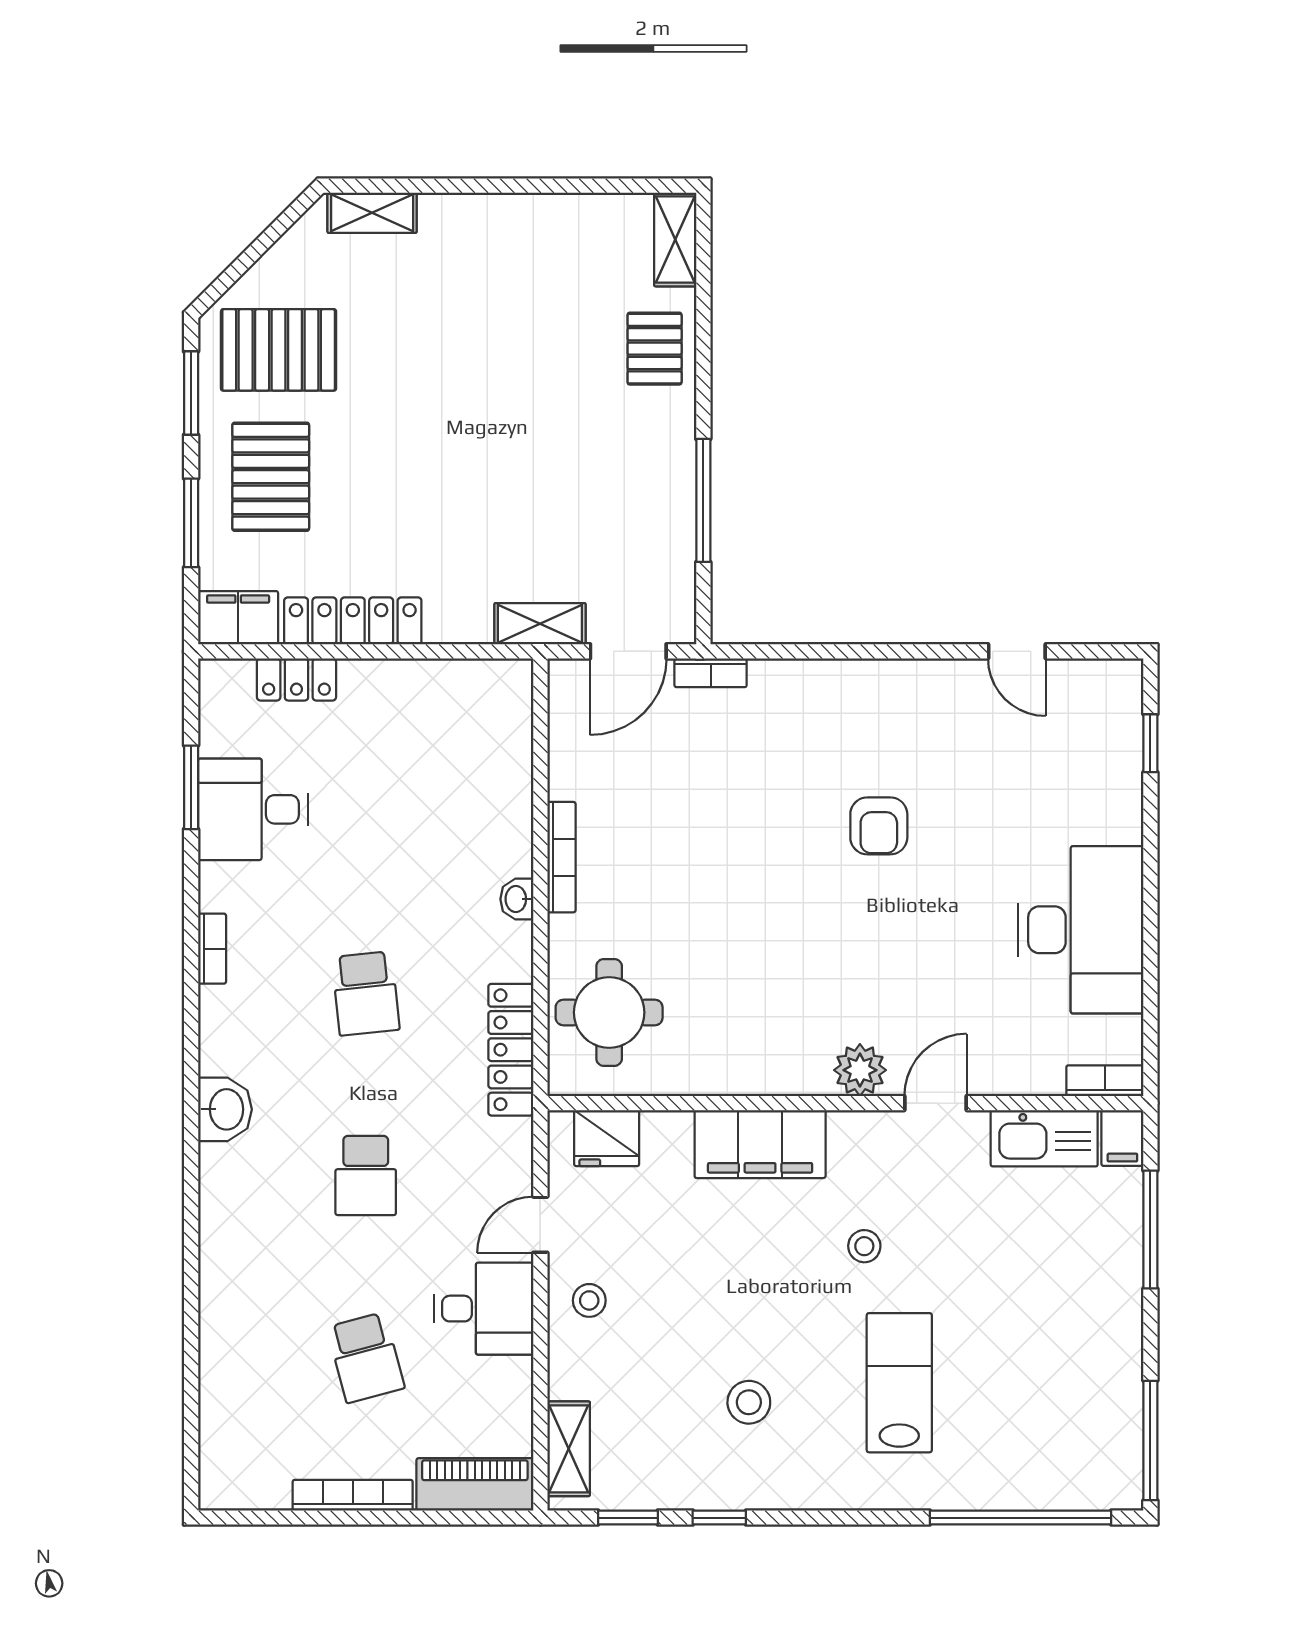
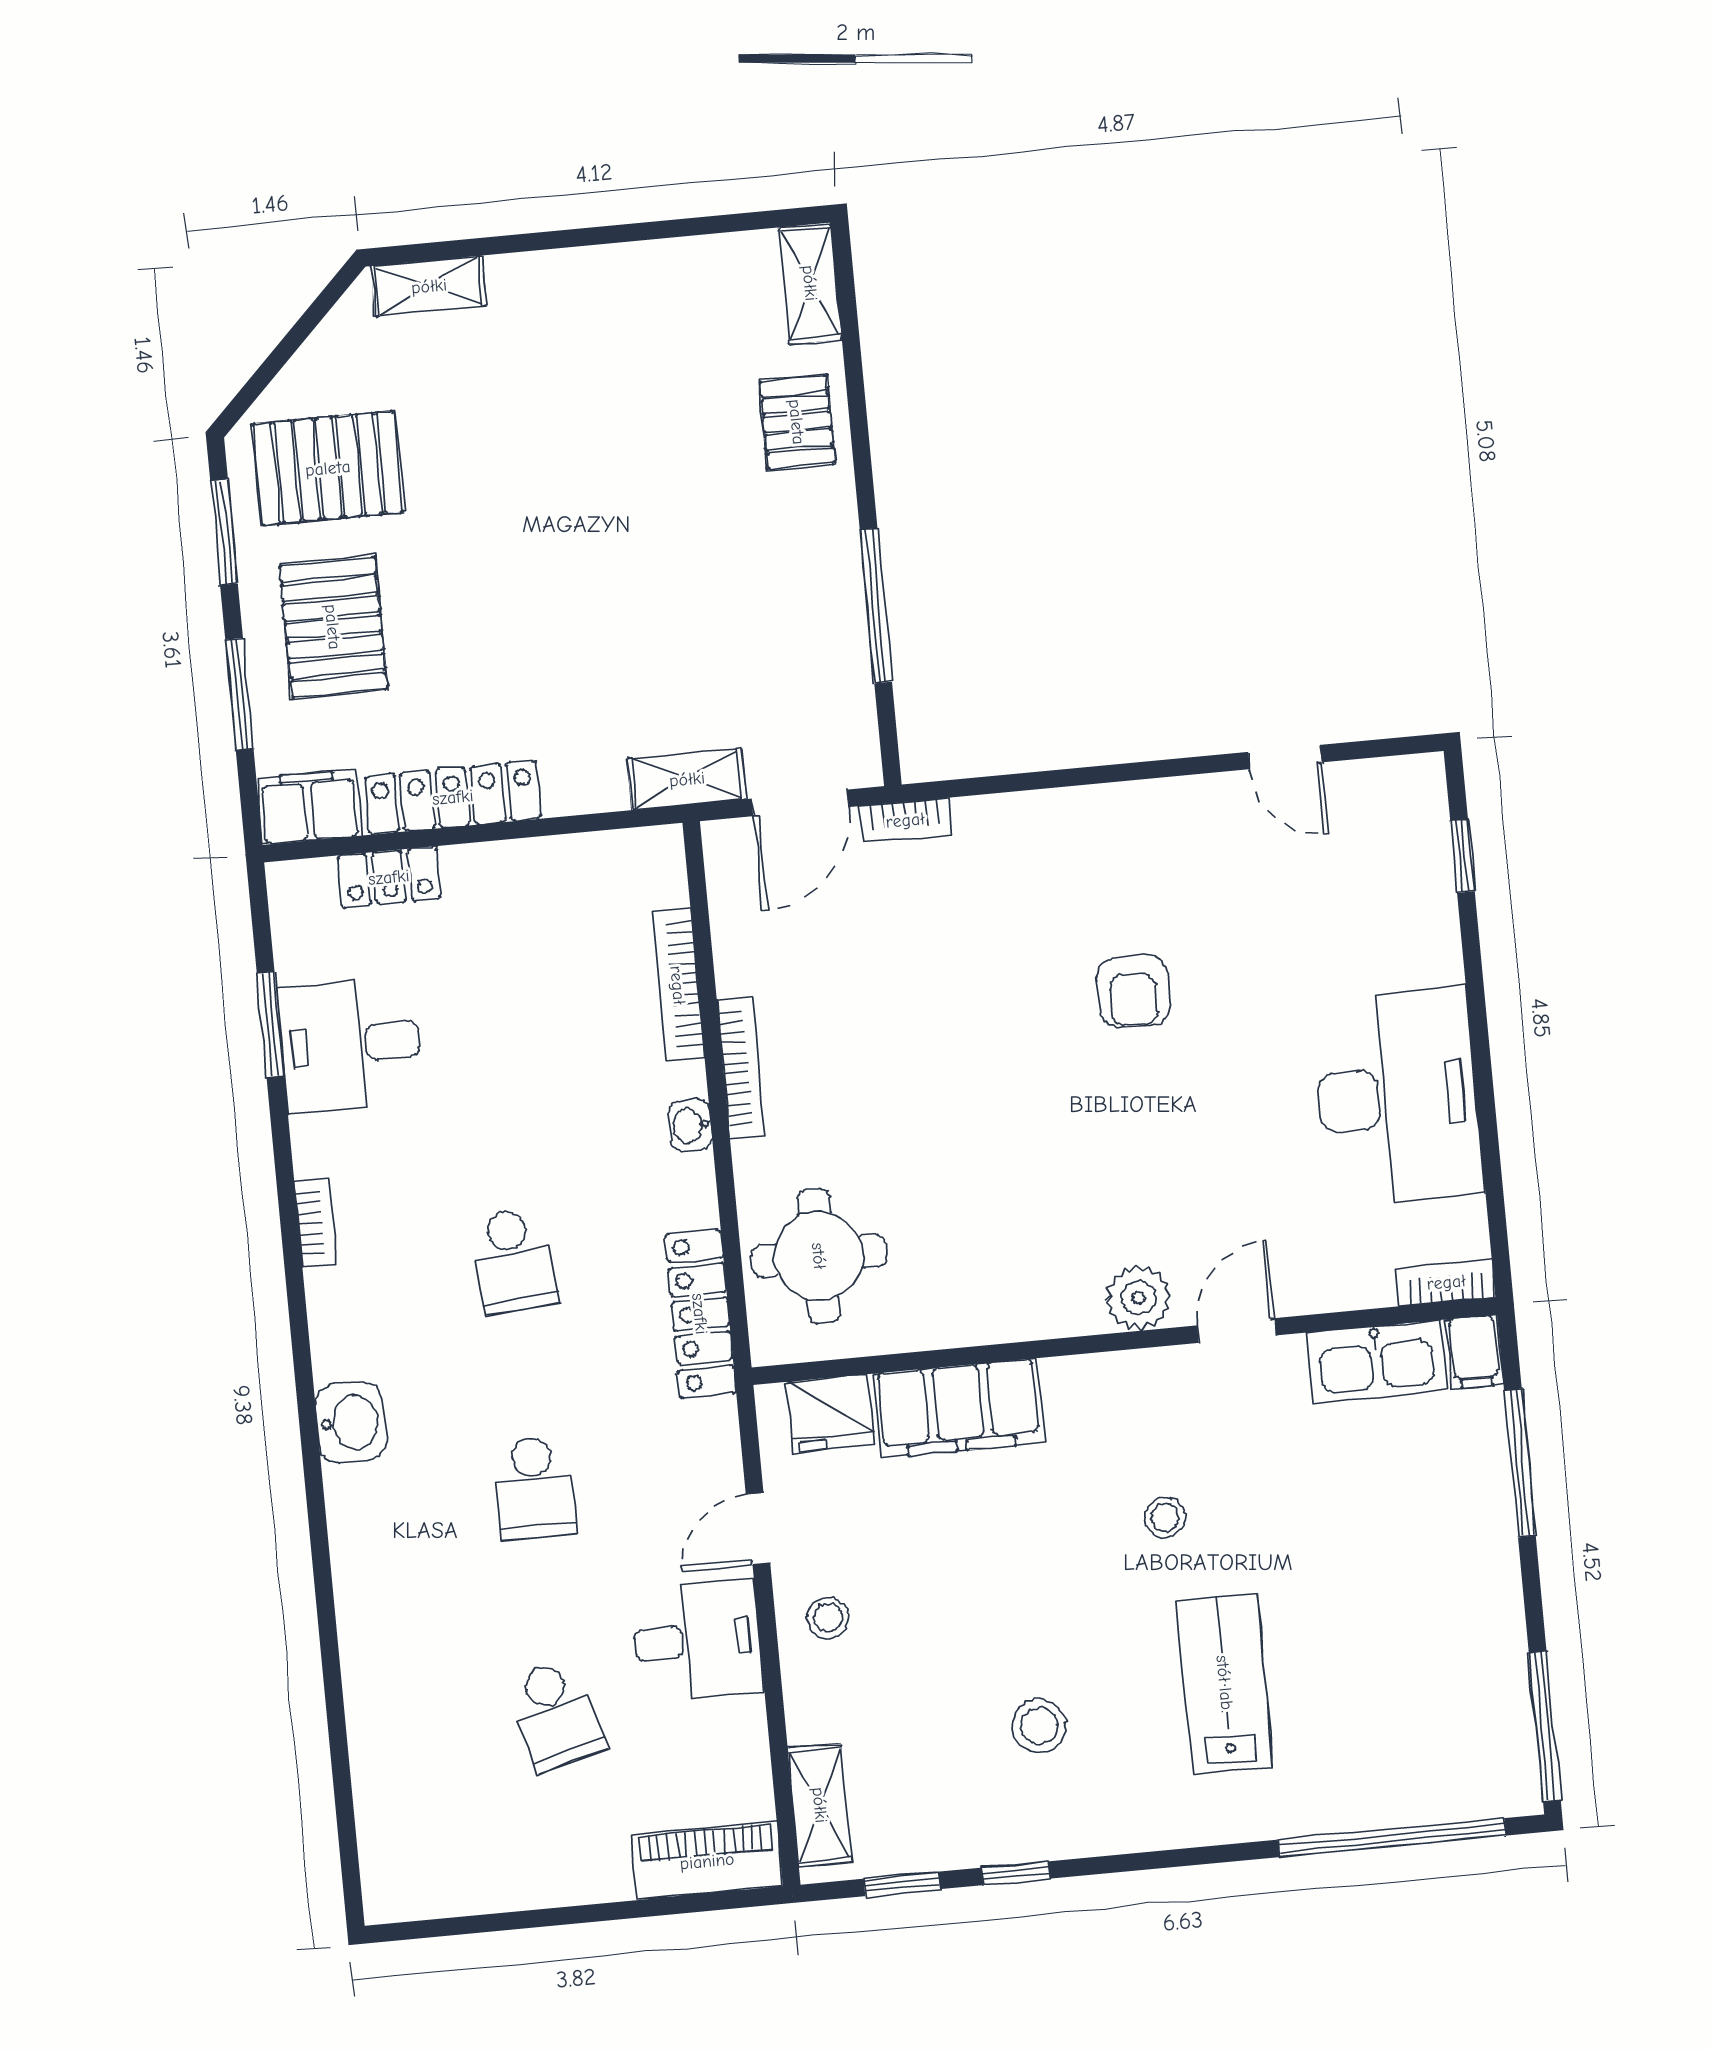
filing cabinet: (760, 1144) -> (958, 1408), moved
bookcase: (353, 1495) -> (678, 985), moved, turned -90

